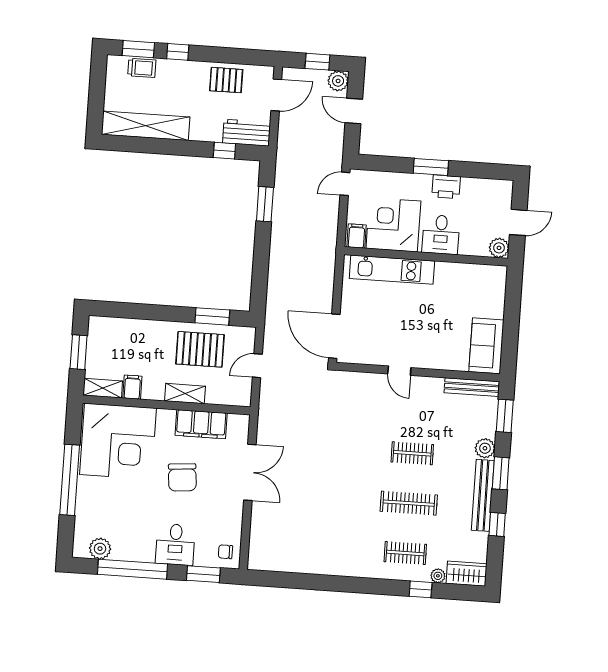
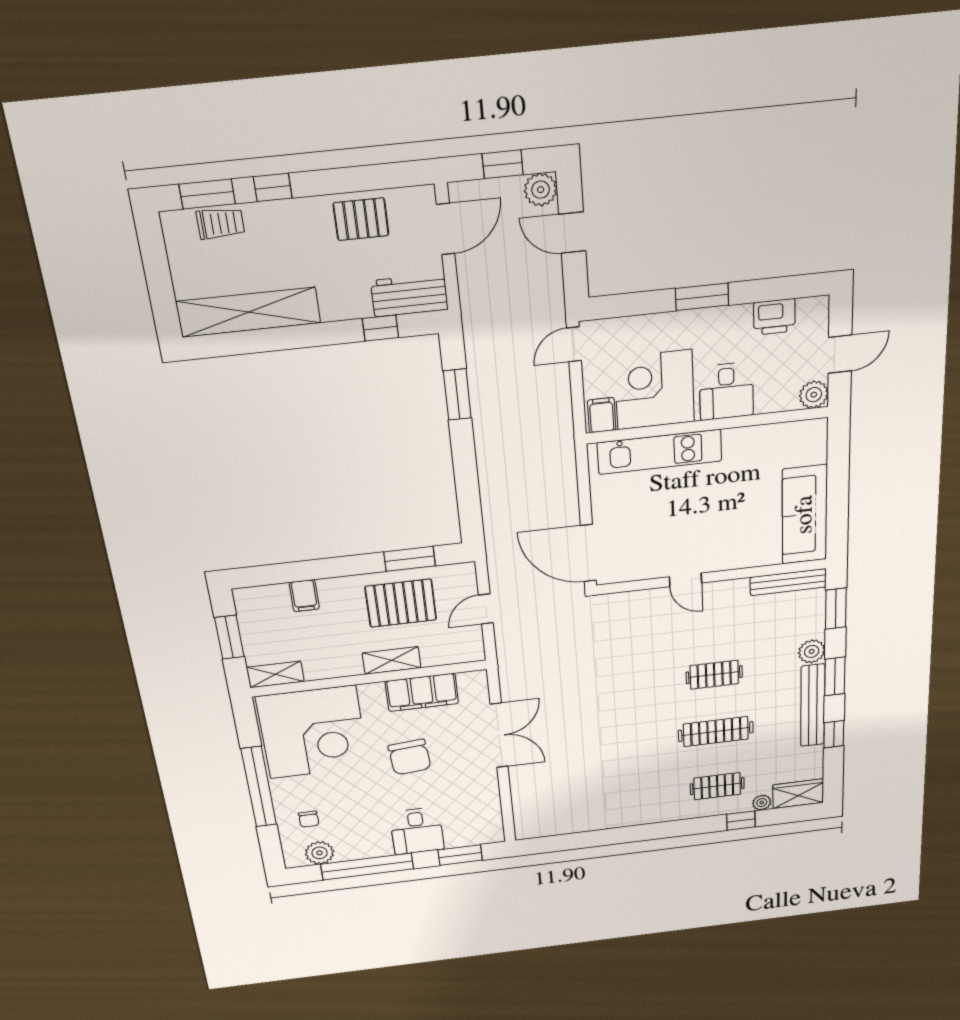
printer: (446, 187) -> (774, 317), moved
sofa: (486, 346) -> (805, 515), width x1.36
filing cabinet: (132, 387) -> (304, 596), moved, turned 180
chair: (225, 552) -> (309, 819), moved, turned -90

